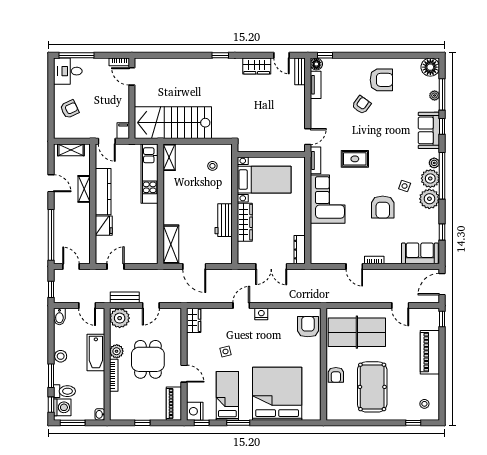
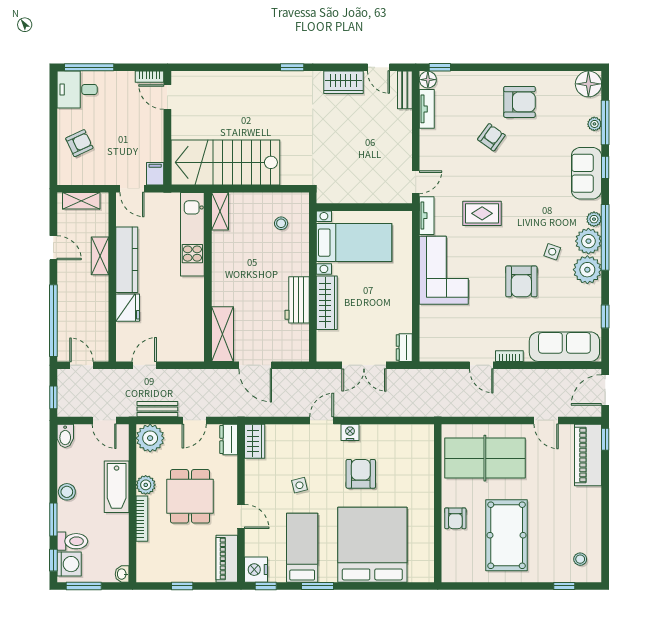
dresser: (300, 250) -> (404, 348), width x0.70
sofa: (420, 253) -> (564, 347), width x1.36
dresser: (175, 319) -> (229, 440), added
armchair: (308, 327) -> (361, 474), moved
piano: (430, 352) -> (588, 455), moved

